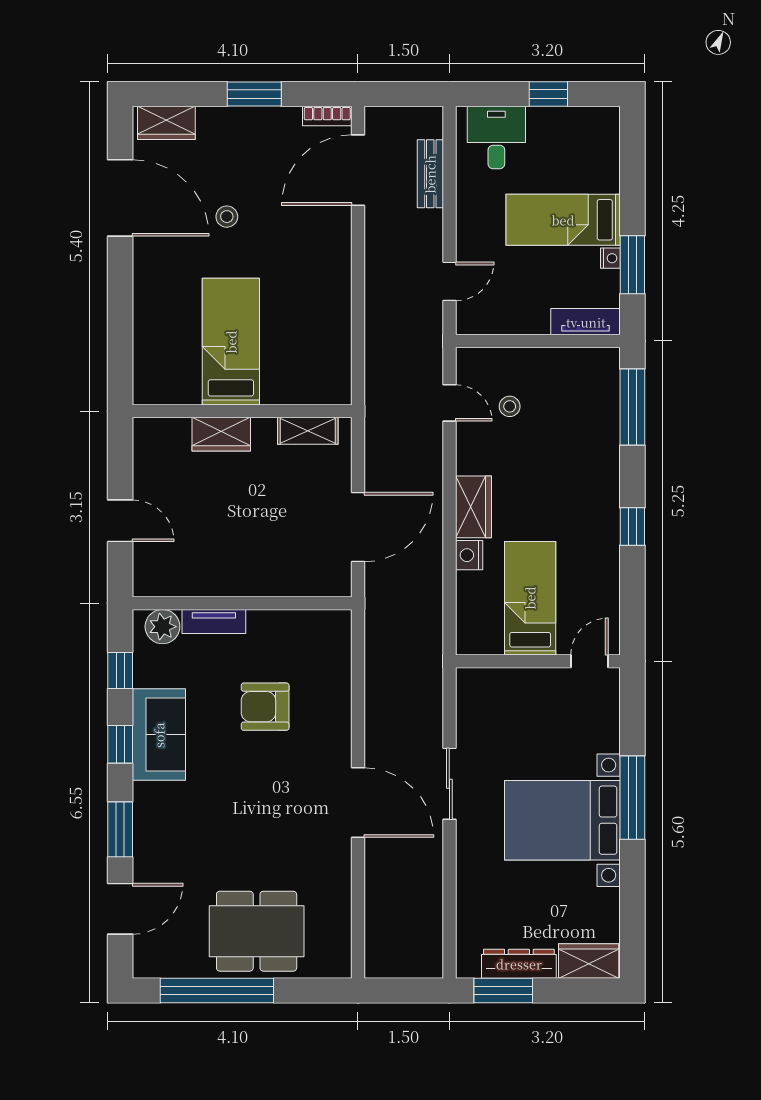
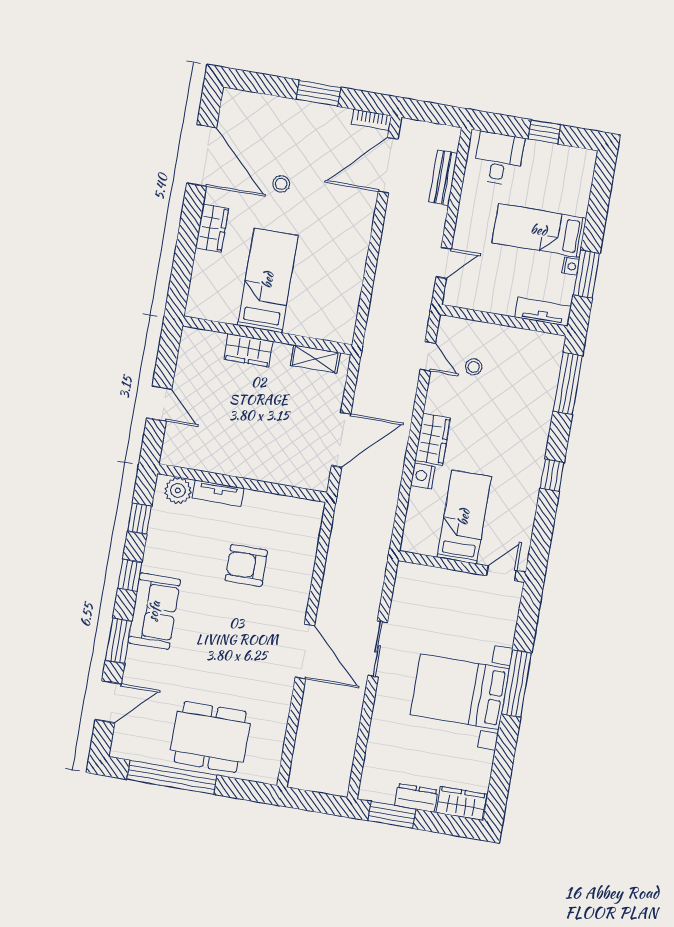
wardrobe: (166, 123) -> (212, 228), moved, turned -90
sofa: (159, 735) -> (154, 611), moved
dresser: (519, 964) -> (416, 798), width x0.70

